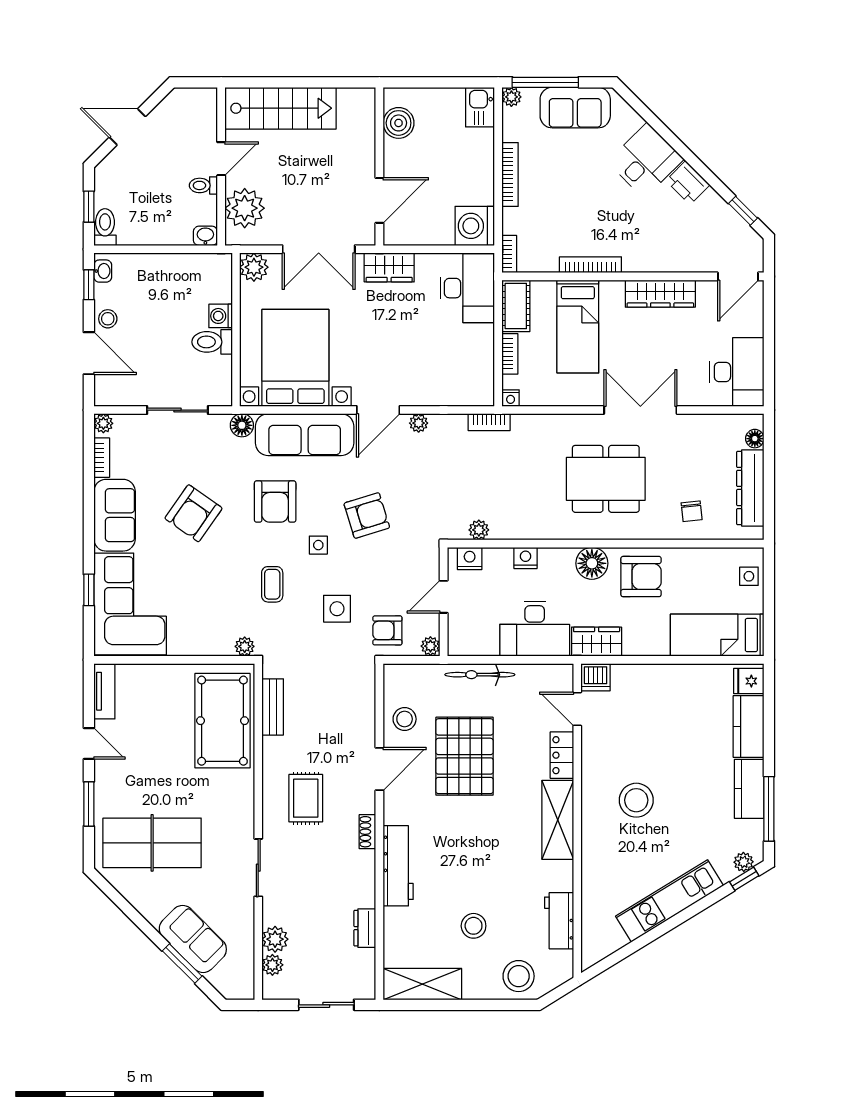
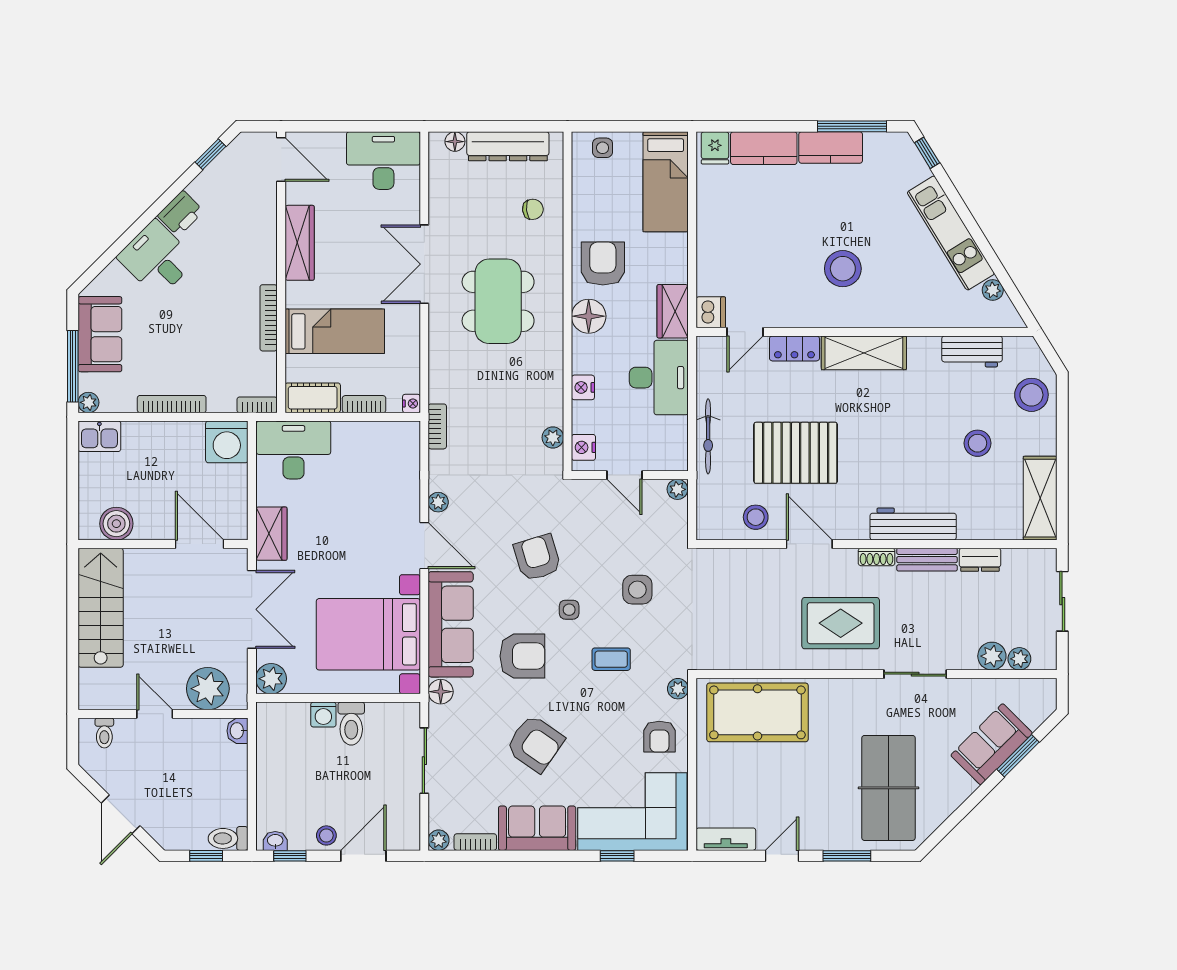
stairs: (280, 108) -> (101, 608), moved
toilet: (203, 185) -> (104, 733), moved
armchair: (387, 630) -> (659, 737), moved
bench: (273, 707) -> (927, 560), moved
rug: (306, 798) -> (841, 623), width x1.36, depth x1.43
plant: (744, 862) -> (993, 290), moved

